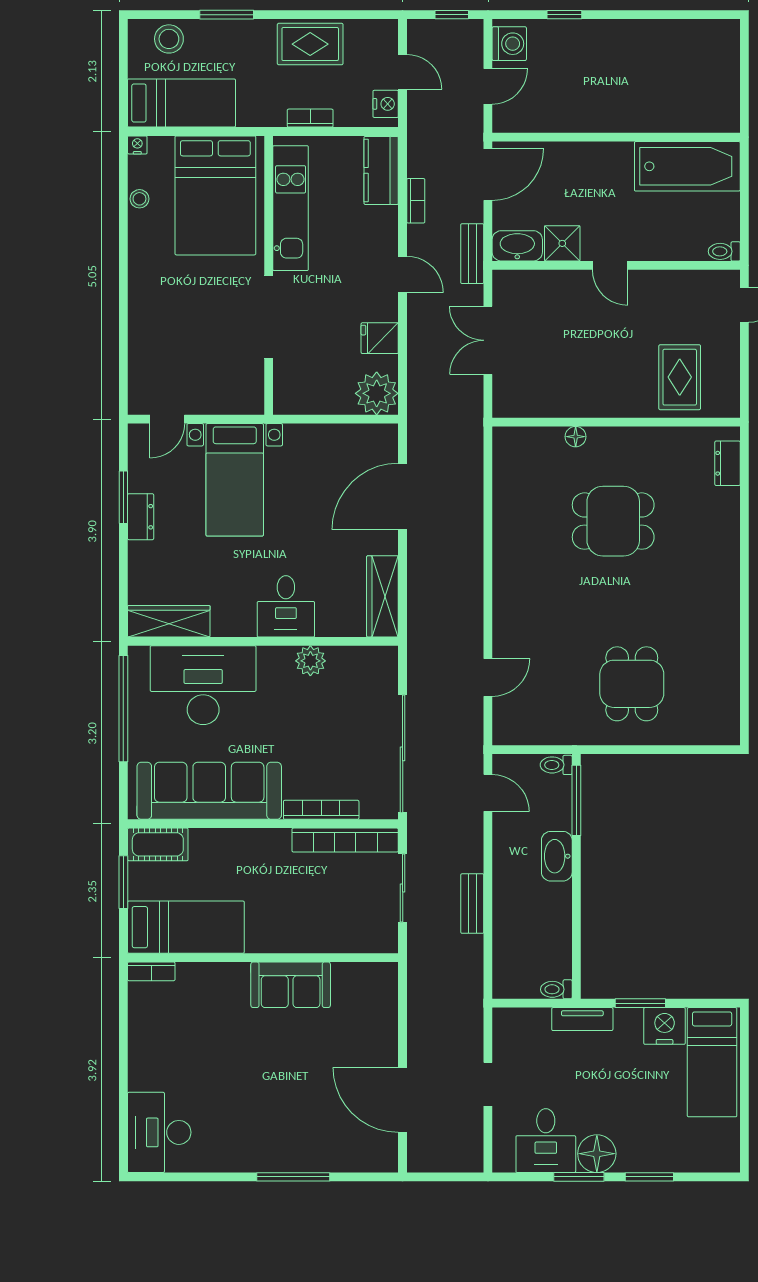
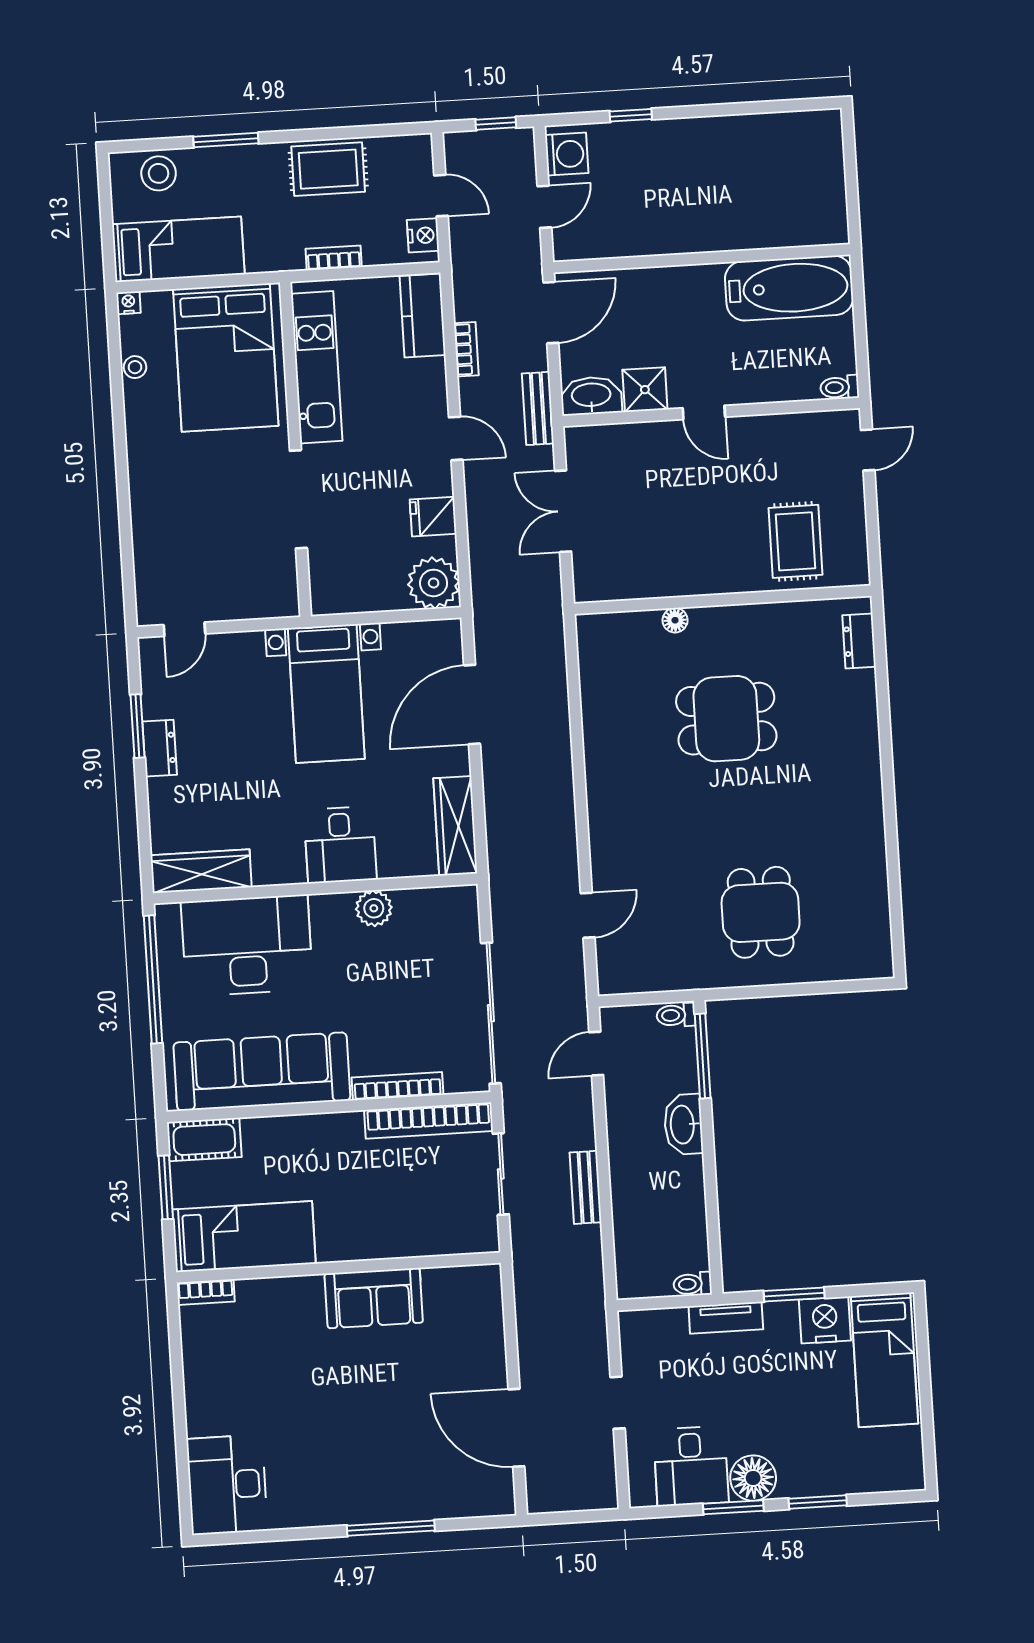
bed with nightstands: (235, 480) -> (326, 694), moved
door: (488, 793) -> (596, 1054), swing flipped

